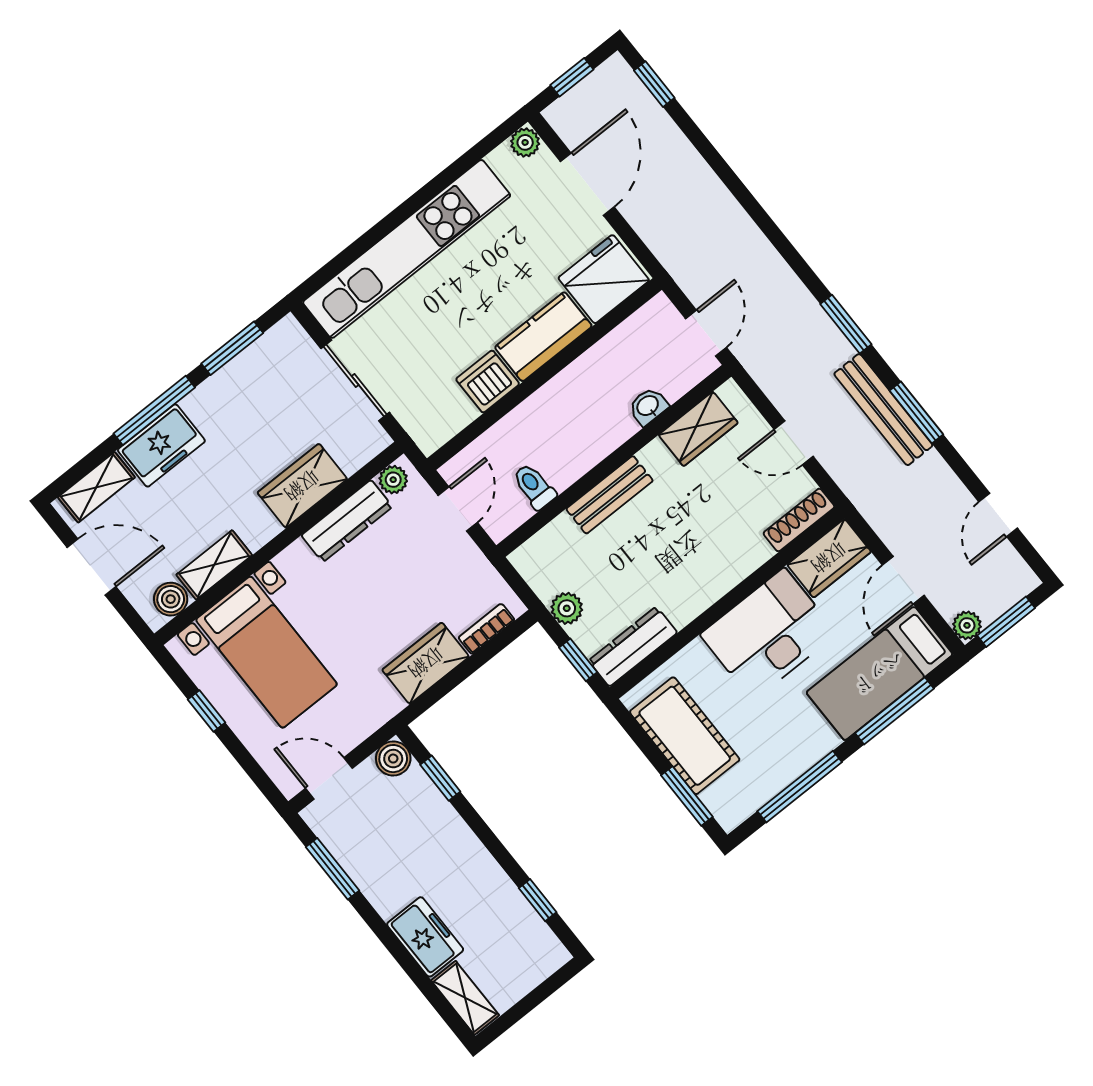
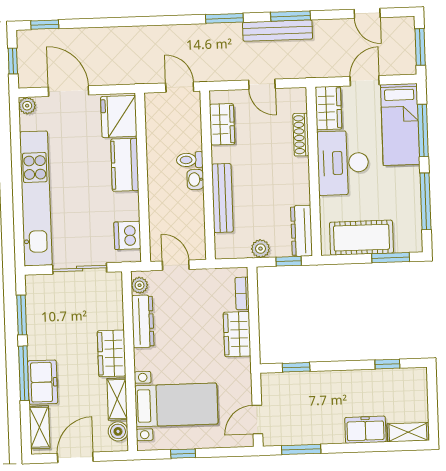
dishwasher: (488, 382) -> (127, 235), moved
washbasin: (648, 406) -> (195, 179), moved
door: (794, 443) -> (262, 84), hinge flipped
wardrobe: (302, 486) -> (112, 353), moved
toilet: (534, 486) -> (190, 160), moved
bench: (610, 495) -> (222, 198), width x1.36
shoe rack: (799, 520) -> (301, 135), moved
door: (903, 580) -> (365, 81), swing flipped
plant: (967, 625) -> (408, 67), removed
boiler: (393, 759) -> (271, 383), removed

